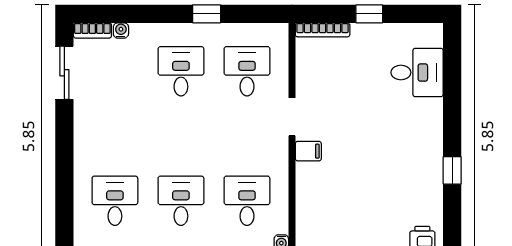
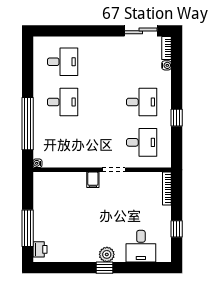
window: (369, 14) -> (177, 229), moved
plant: (431, 128) -> (107, 254), added
window: (452, 170) -> (105, 268), moved
desk: (247, 201) -> (63, 142), removed

